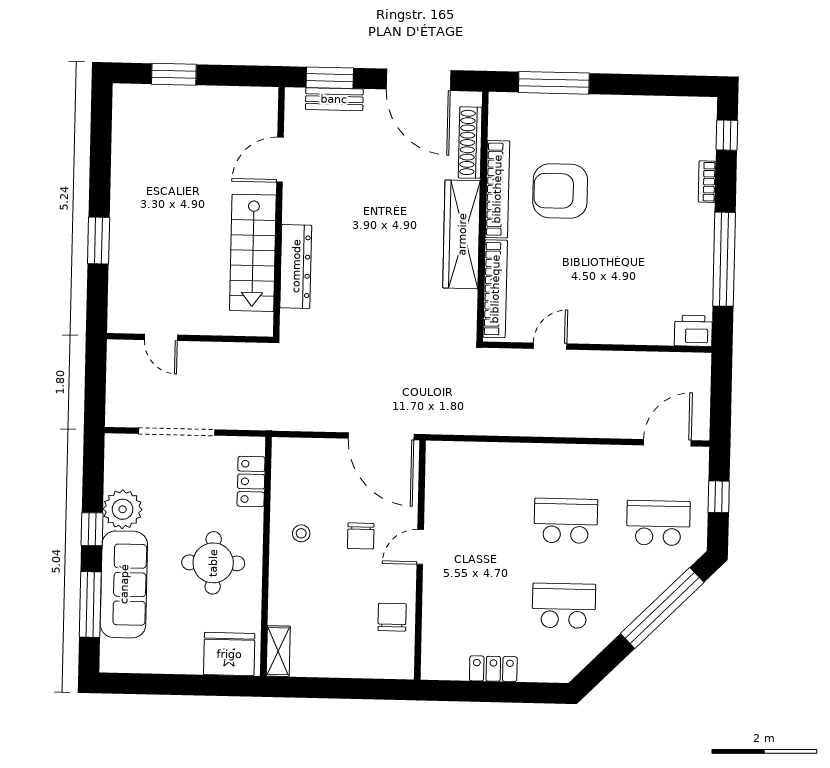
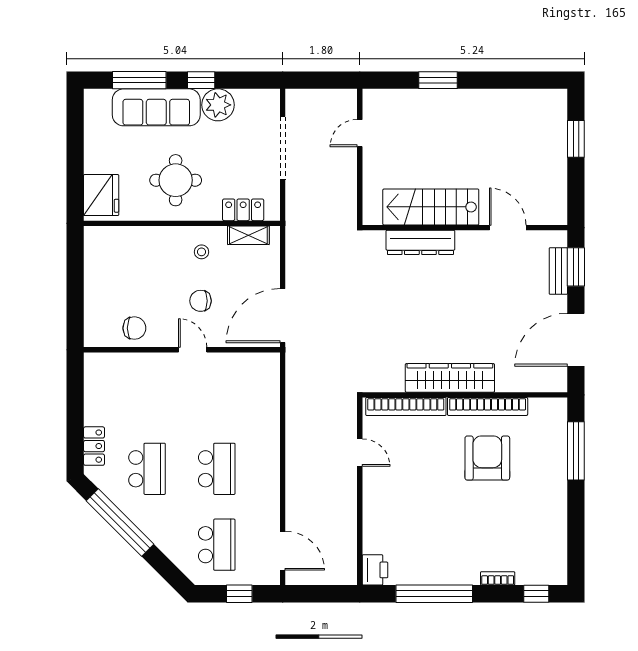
shoe rack: (470, 143) -> (525, 383), removed
window: (662, 608) -> (120, 522), moved
shelving: (278, 651) -> (248, 235), moved
locker: (493, 669) -> (94, 446), moved

